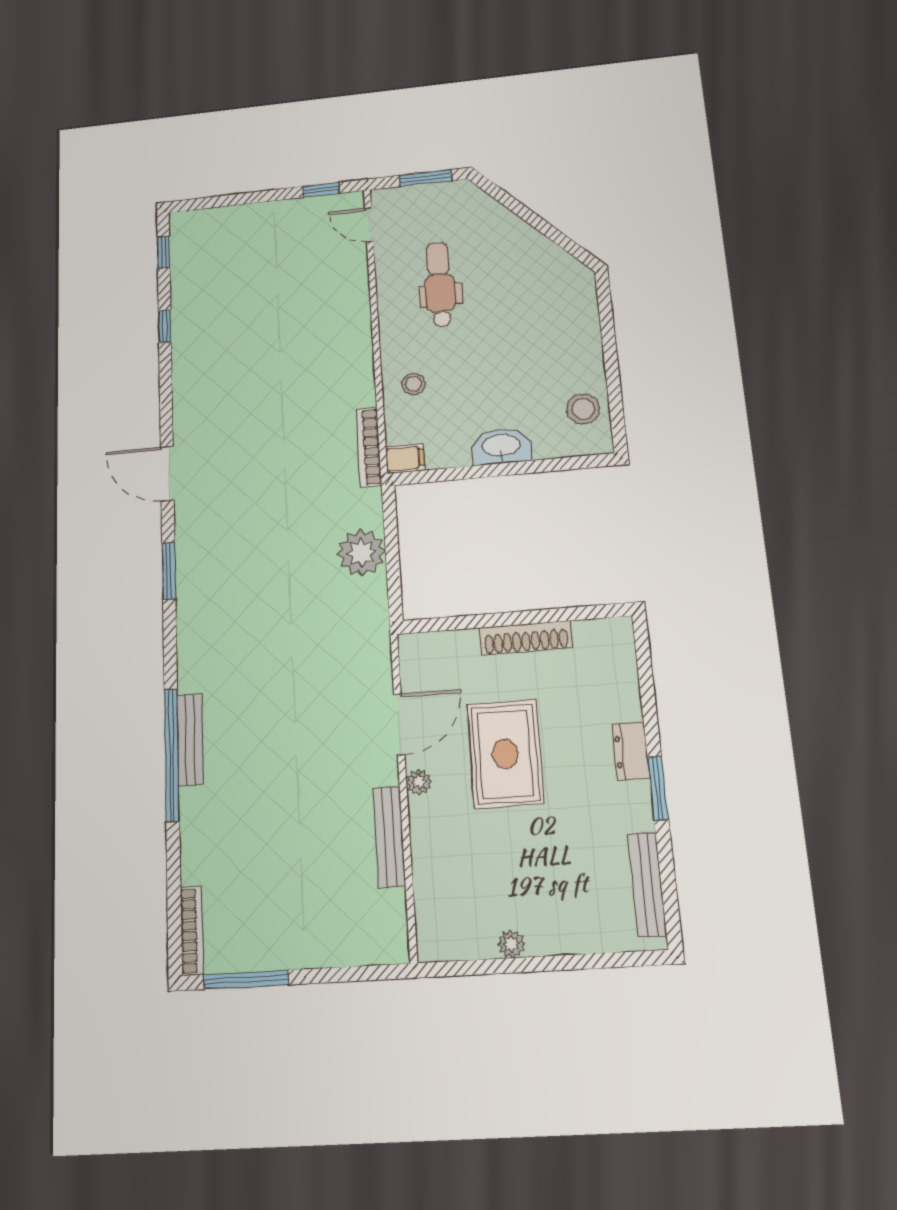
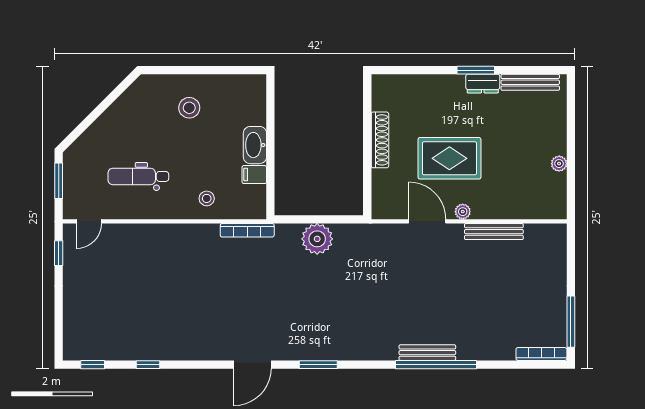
stool: (583, 409) -> (189, 108), moved
filing cabinet: (405, 459) -> (254, 175), moved, turned -90
dresser: (631, 751) -> (483, 84), moved

